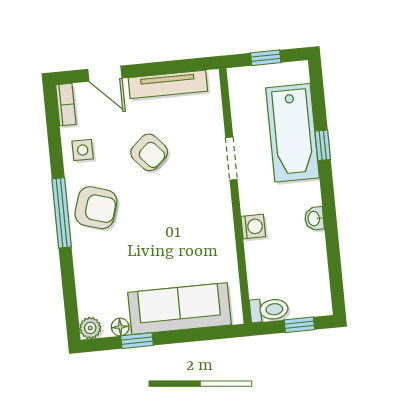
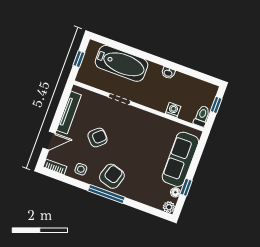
window: (323, 145) -> (135, 52), removed
washing machine: (253, 227) -> (173, 110), moved

